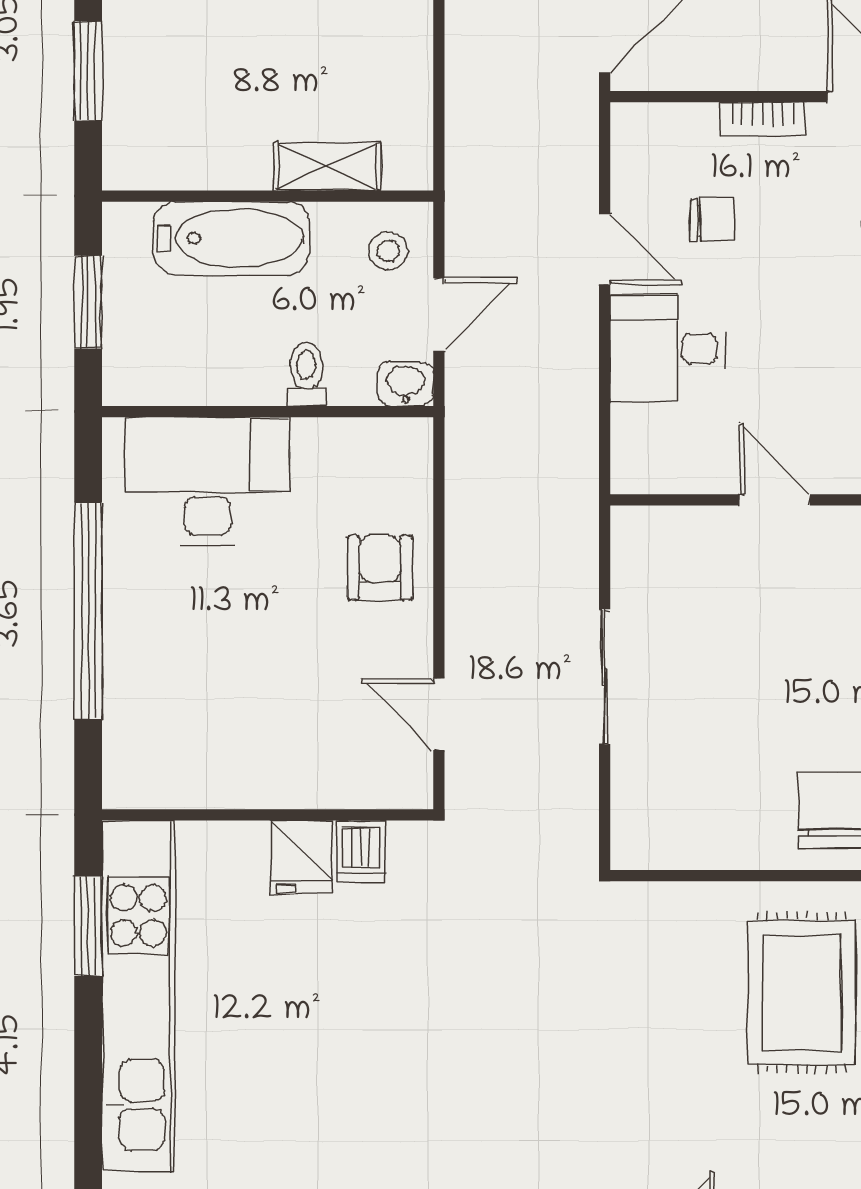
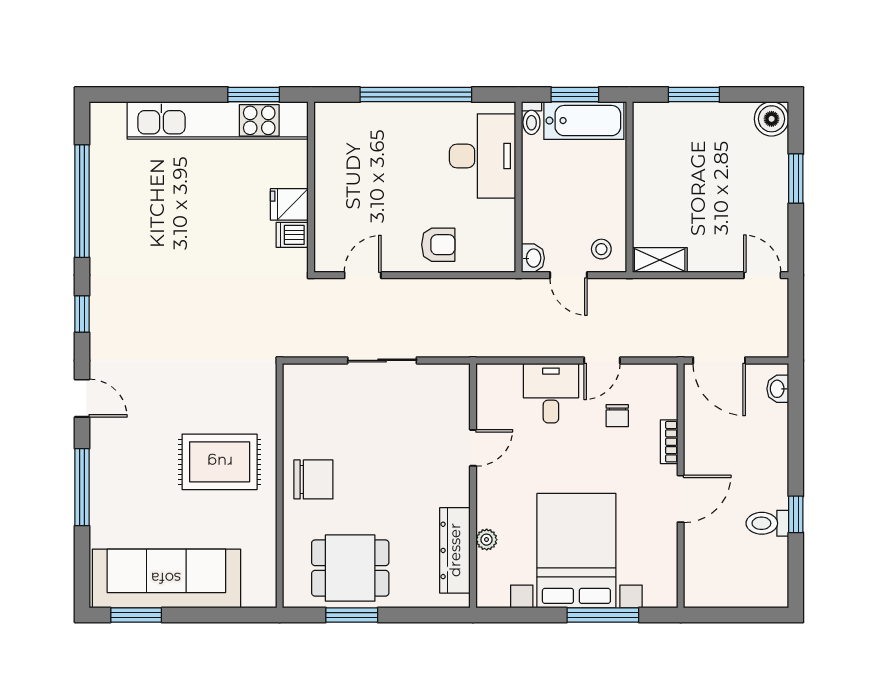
shelving: (327, 167) -> (660, 260), moved, turned 90
bathtub: (231, 238) -> (584, 121), moved, turned -90
toilet: (306, 374) -> (531, 118), moved, turned 90

